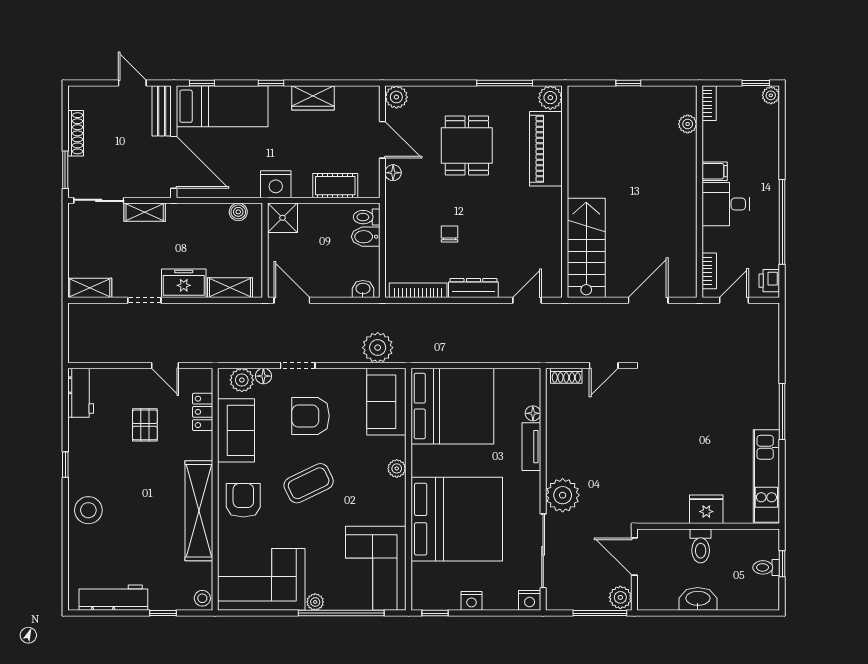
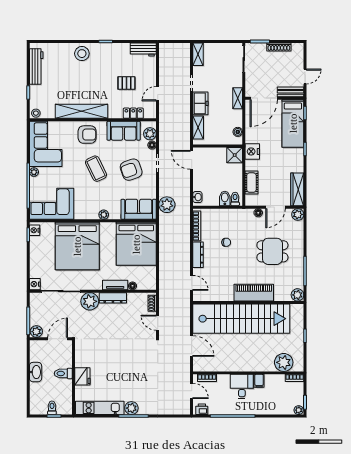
wardrobe: (313, 98) -> (297, 189), moved, width x1.50
plant: (688, 124) -> (284, 362), width x1.87, depth x1.87
piano: (546, 149) -> (254, 293), moved
shelving: (145, 212) -> (238, 98), moved
stairs: (586, 248) -> (241, 319), width x1.86, depth x1.51
door: (292, 300) -> (192, 160), swing flipped
plant: (767, 415) -> (131, 408), added
armchair: (311, 416) -> (131, 170), turned -109
dresser: (556, 451) -> (113, 298), added
nightstand: (472, 601) -> (35, 230), moved

